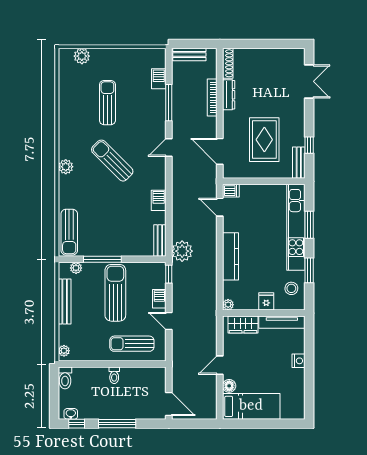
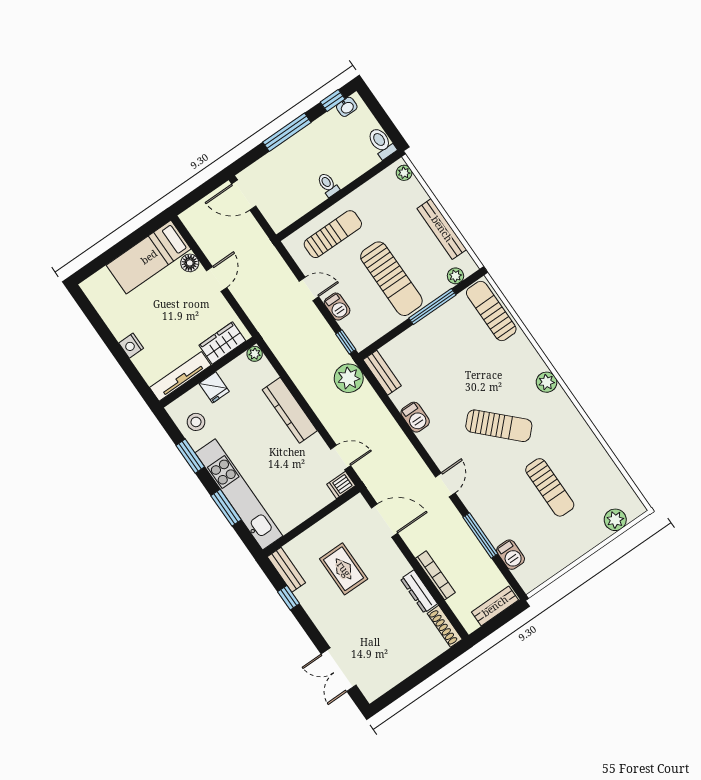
rug: (264, 140) -> (344, 569), width x0.73, depth x0.70

